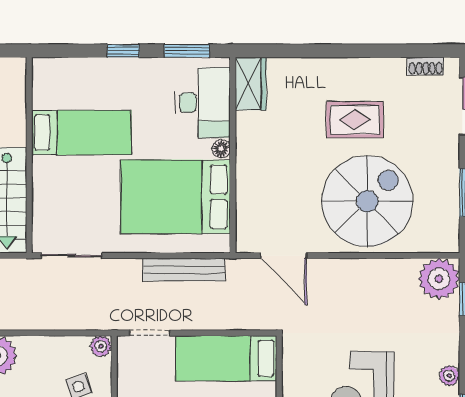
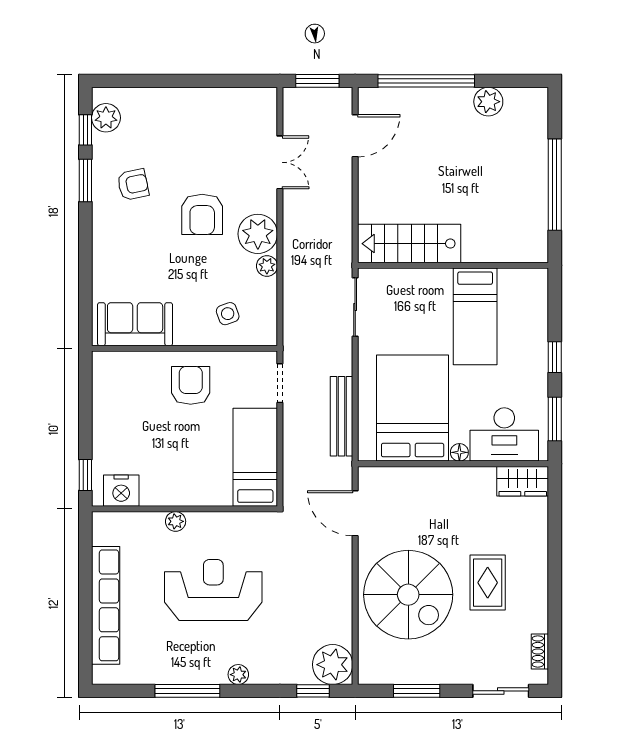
door: (284, 256) -> (355, 513), hinge flipped
plant: (101, 346) -> (267, 266), moved

